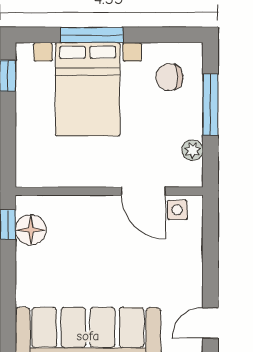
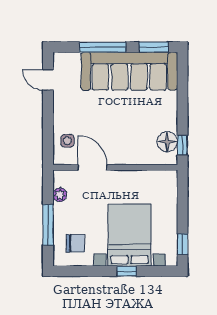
window: (92, 35) -> (127, 271), width x0.46
side table: (177, 210) -> (67, 141), moved
door: (210, 323) -> (48, 80), swing flipped

